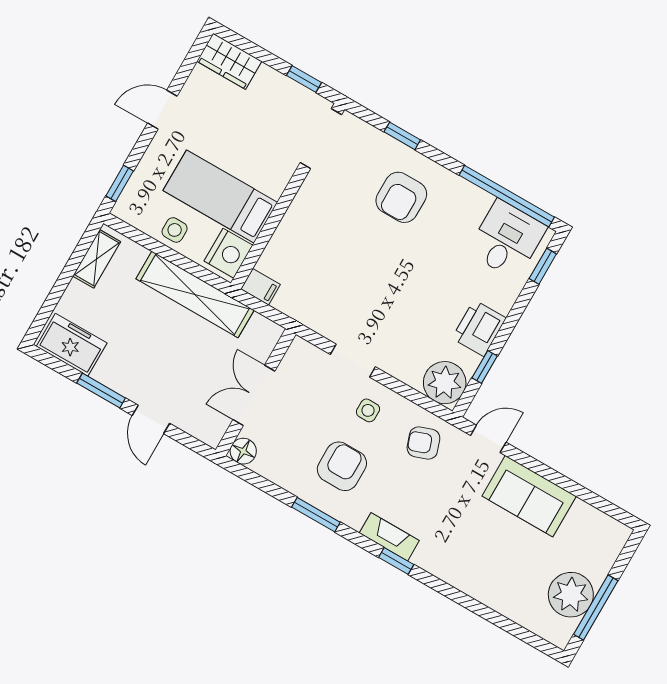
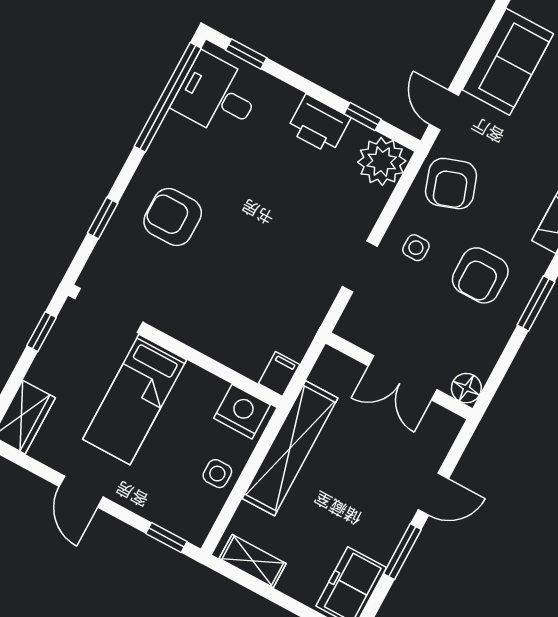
bed: (220, 197) -> (135, 399), moved
armchair: (401, 197) -> (173, 217), turned 180
armchair: (423, 443) -> (451, 184), width x1.38, depth x1.38
armchair: (342, 466) -> (480, 275), turned -90

